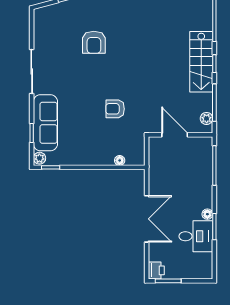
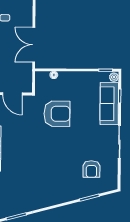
armchair: (94, 42) -> (91, 169), moved, turned 180
armchair: (115, 109) -> (57, 114), width x1.88, depth x1.88
double door: (147, 219) -> (34, 45), moved

